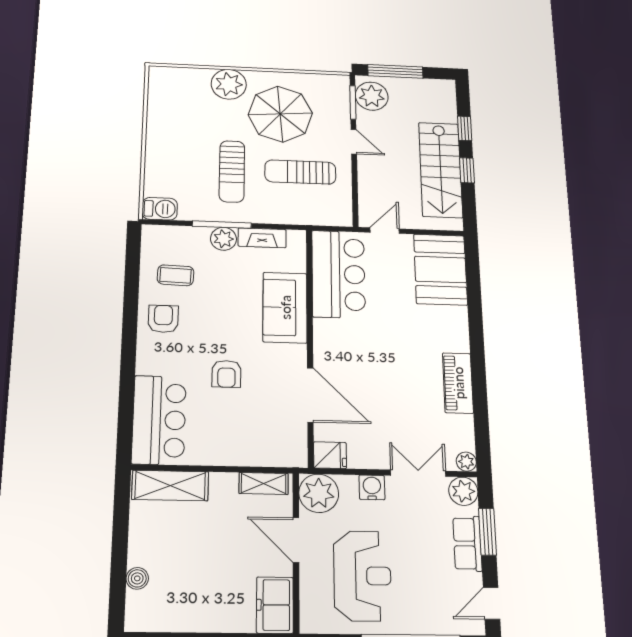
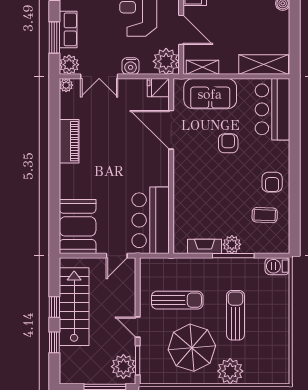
sun lounger: (232, 171) -> (236, 315), moved
sofa: (285, 307) -> (210, 94), moved, turned 90

